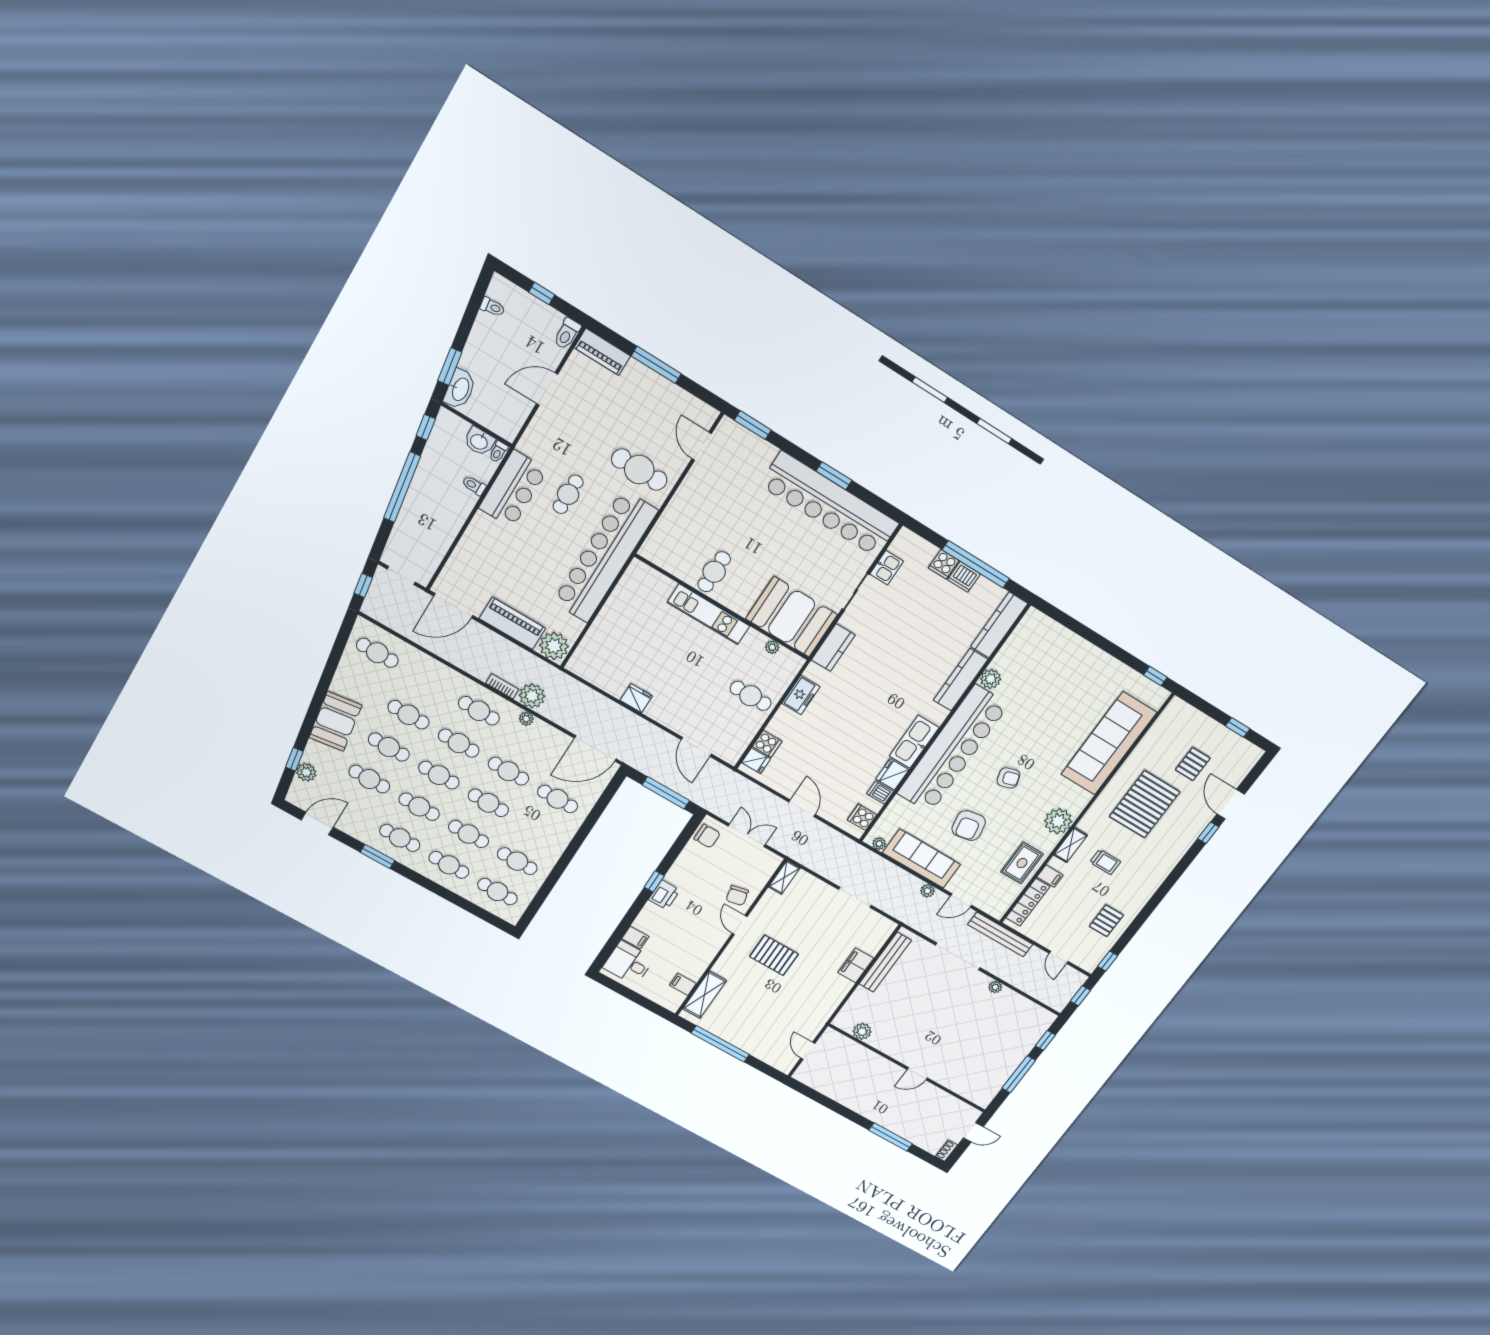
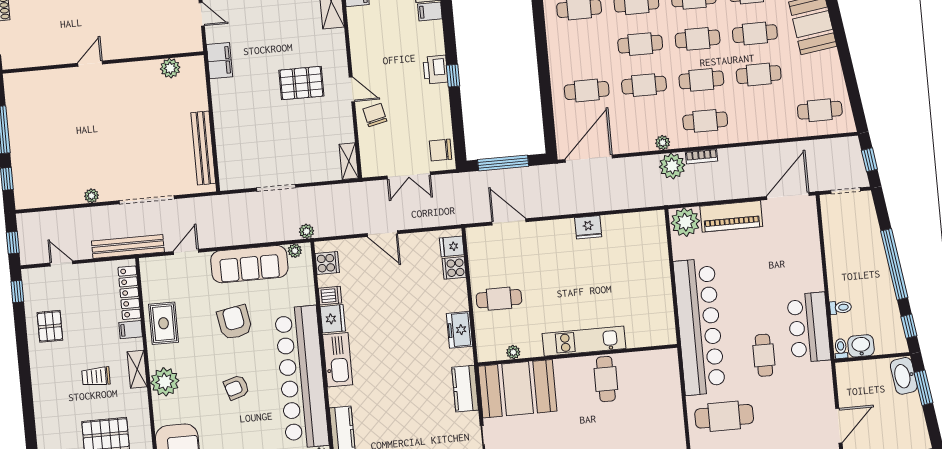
plant: (927, 891) -> (307, 231), moved
filing cabinet: (856, 965) -> (220, 61), moved

